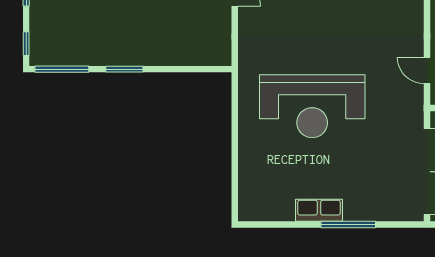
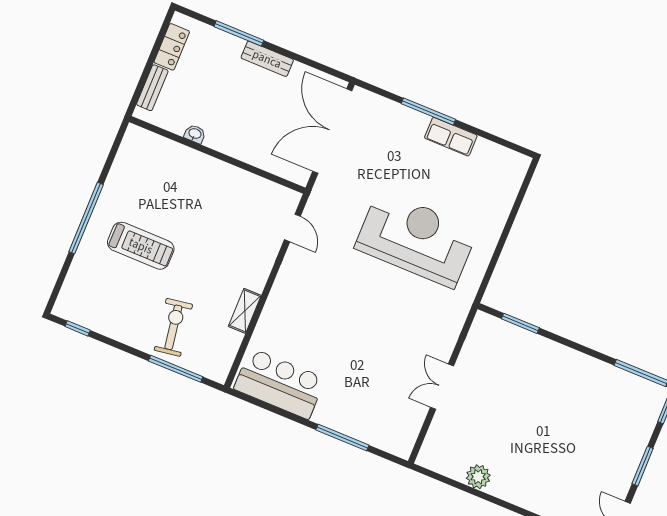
window: (124, 69) -> (520, 323), moved

